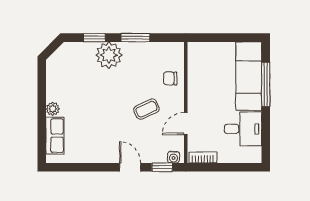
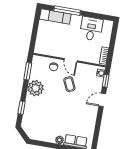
window: (135, 38) -> (28, 71), moved
plant: (109, 55) -> (36, 88), moved
exam couch: (249, 76) -> (55, 17), width x0.73, depth x0.69
door: (186, 124) -> (71, 60), moved

